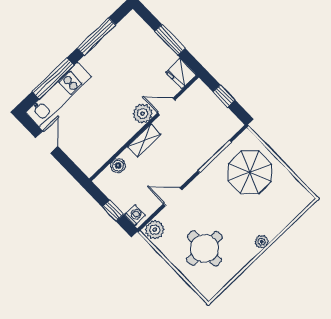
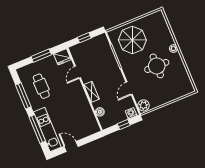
cafe table: (122, 59) -> (41, 86), added
plant: (143, 114) -> (76, 87), removed
round table: (205, 248) -> (157, 66), moved

